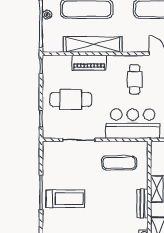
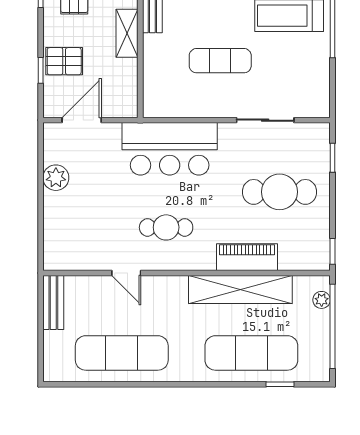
plant: (47, 15) -> (322, 300), moved
cafe table: (135, 79) -> (166, 227), turned 90
exercise mat: (119, 163) -> (220, 61), moved

